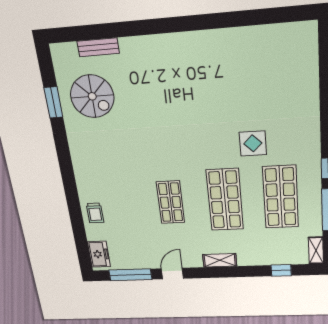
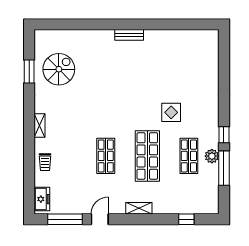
bench: (98, 47) -> (129, 35), moved
spiral stairs: (92, 96) -> (59, 69), turned -90
plant: (312, 196) -> (212, 156), added
shop shelf: (281, 197) -> (189, 156), width x0.70, depth x0.74
shelving: (316, 250) -> (39, 125), moved

